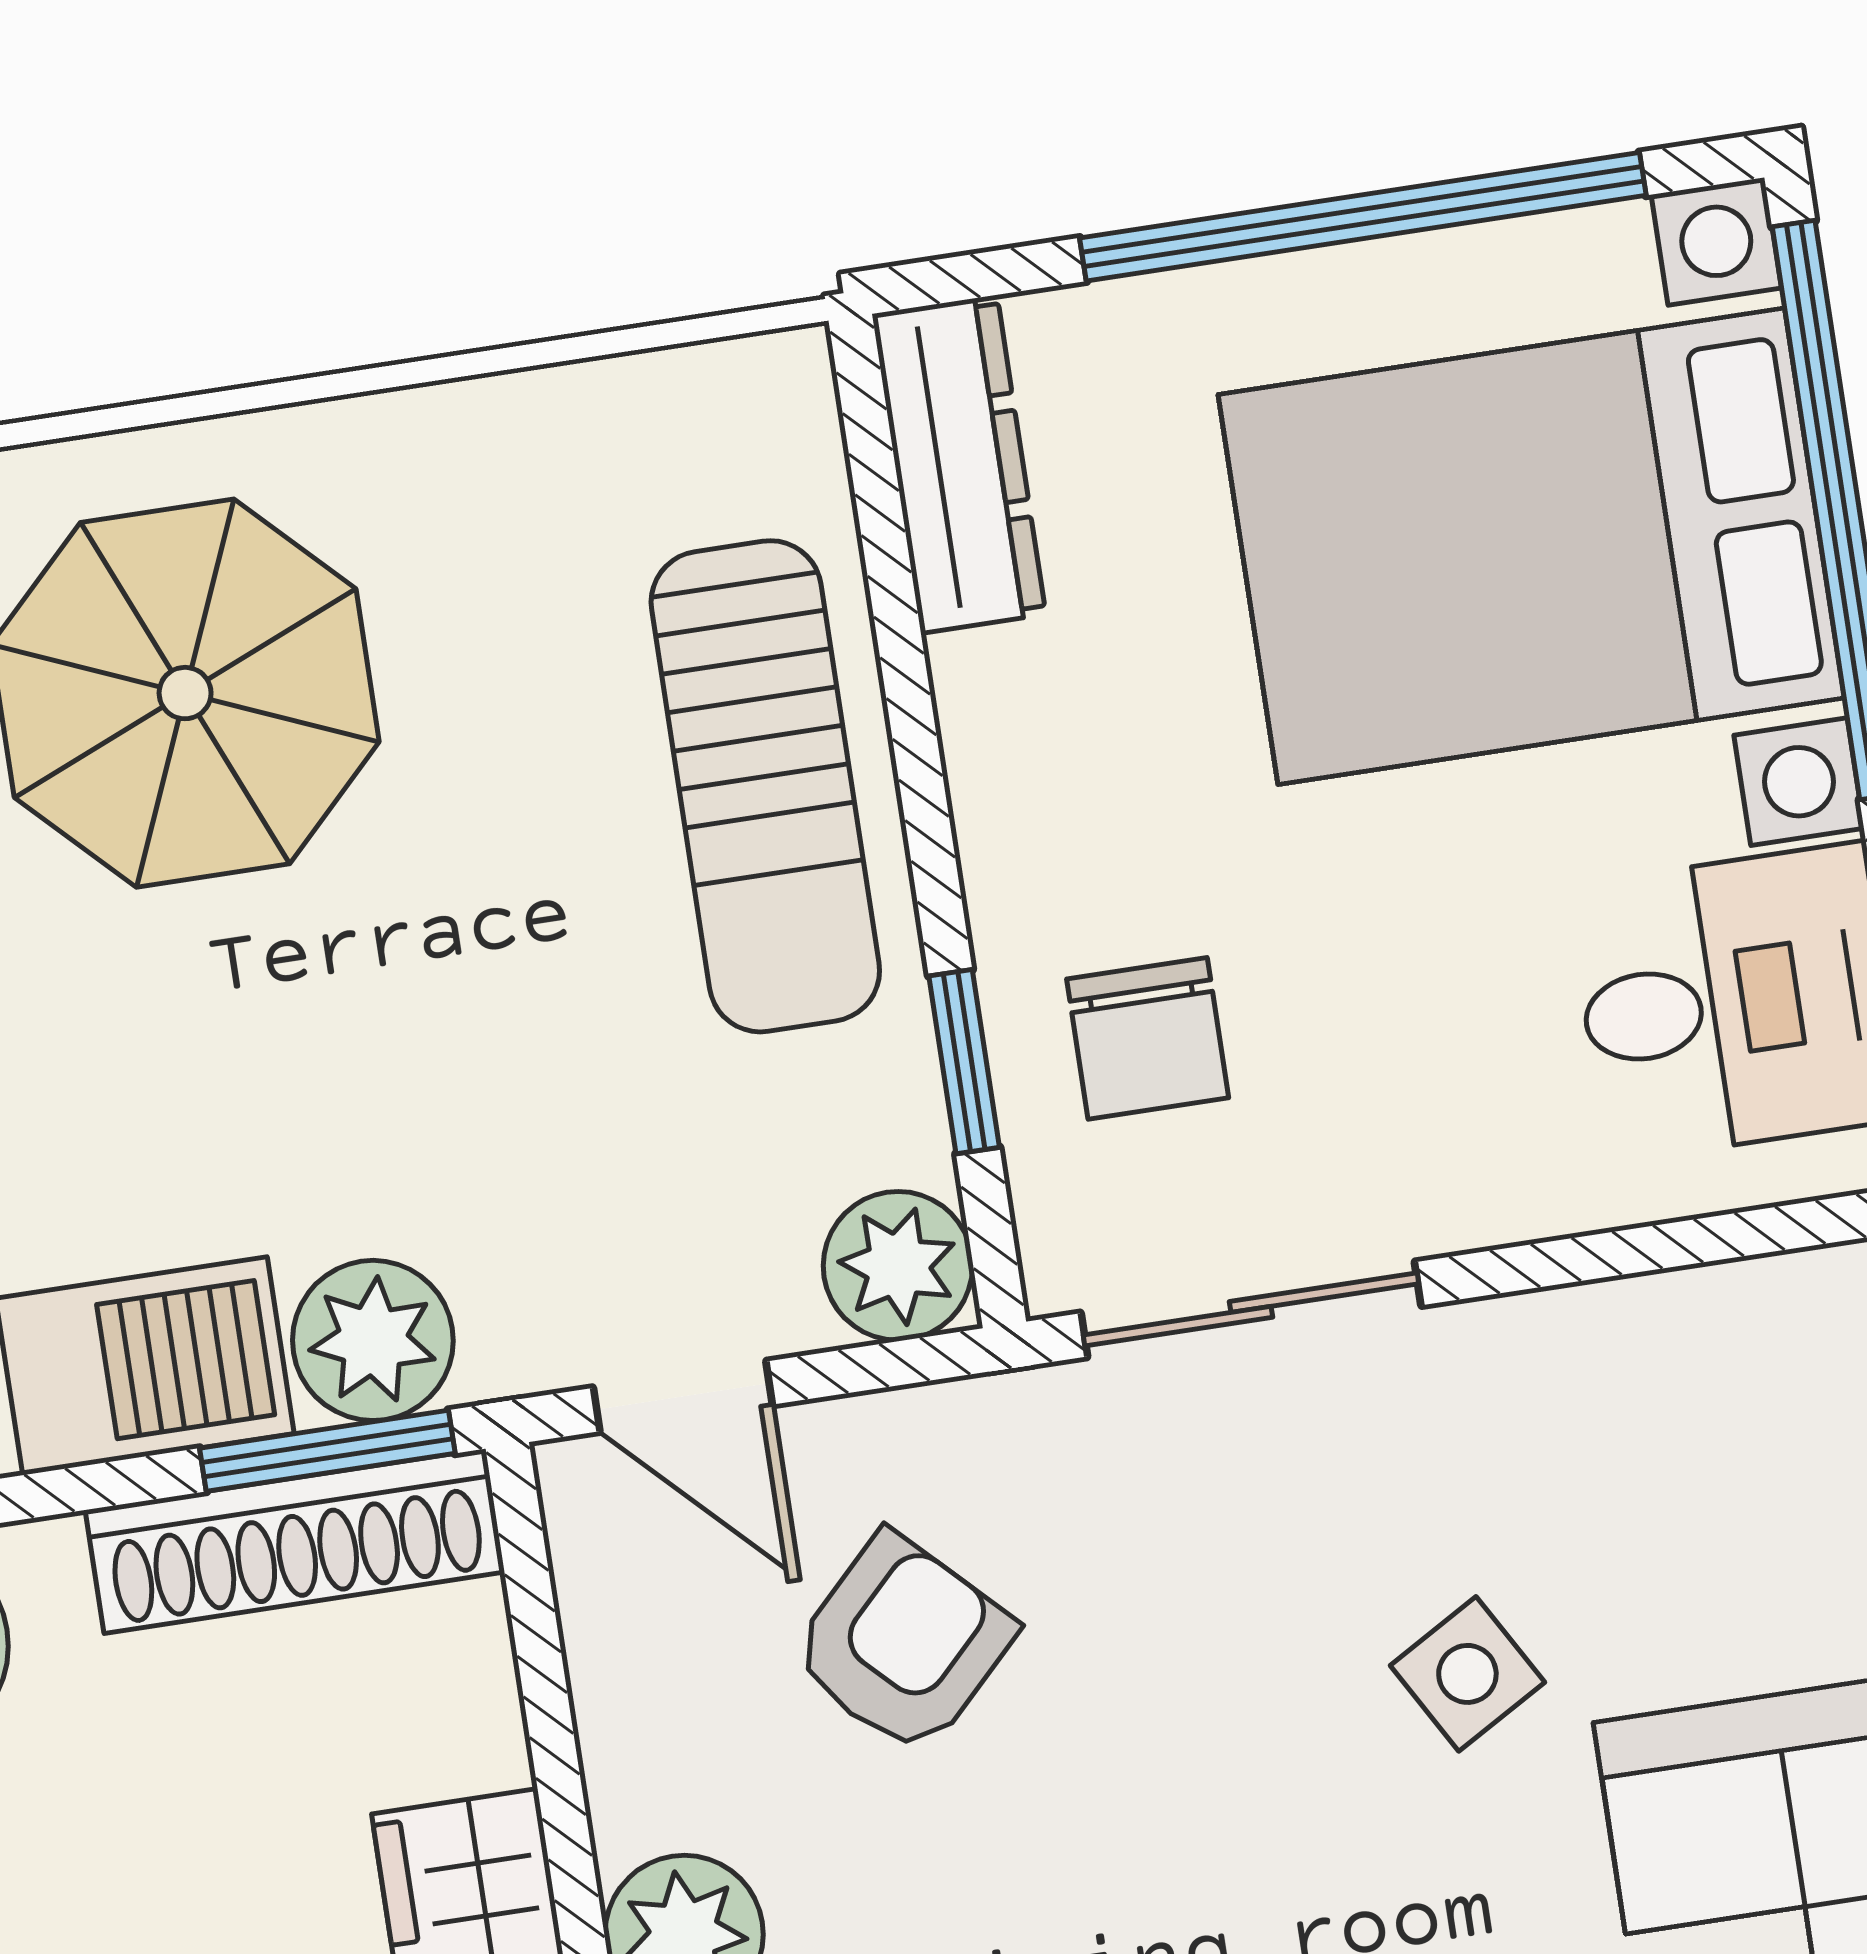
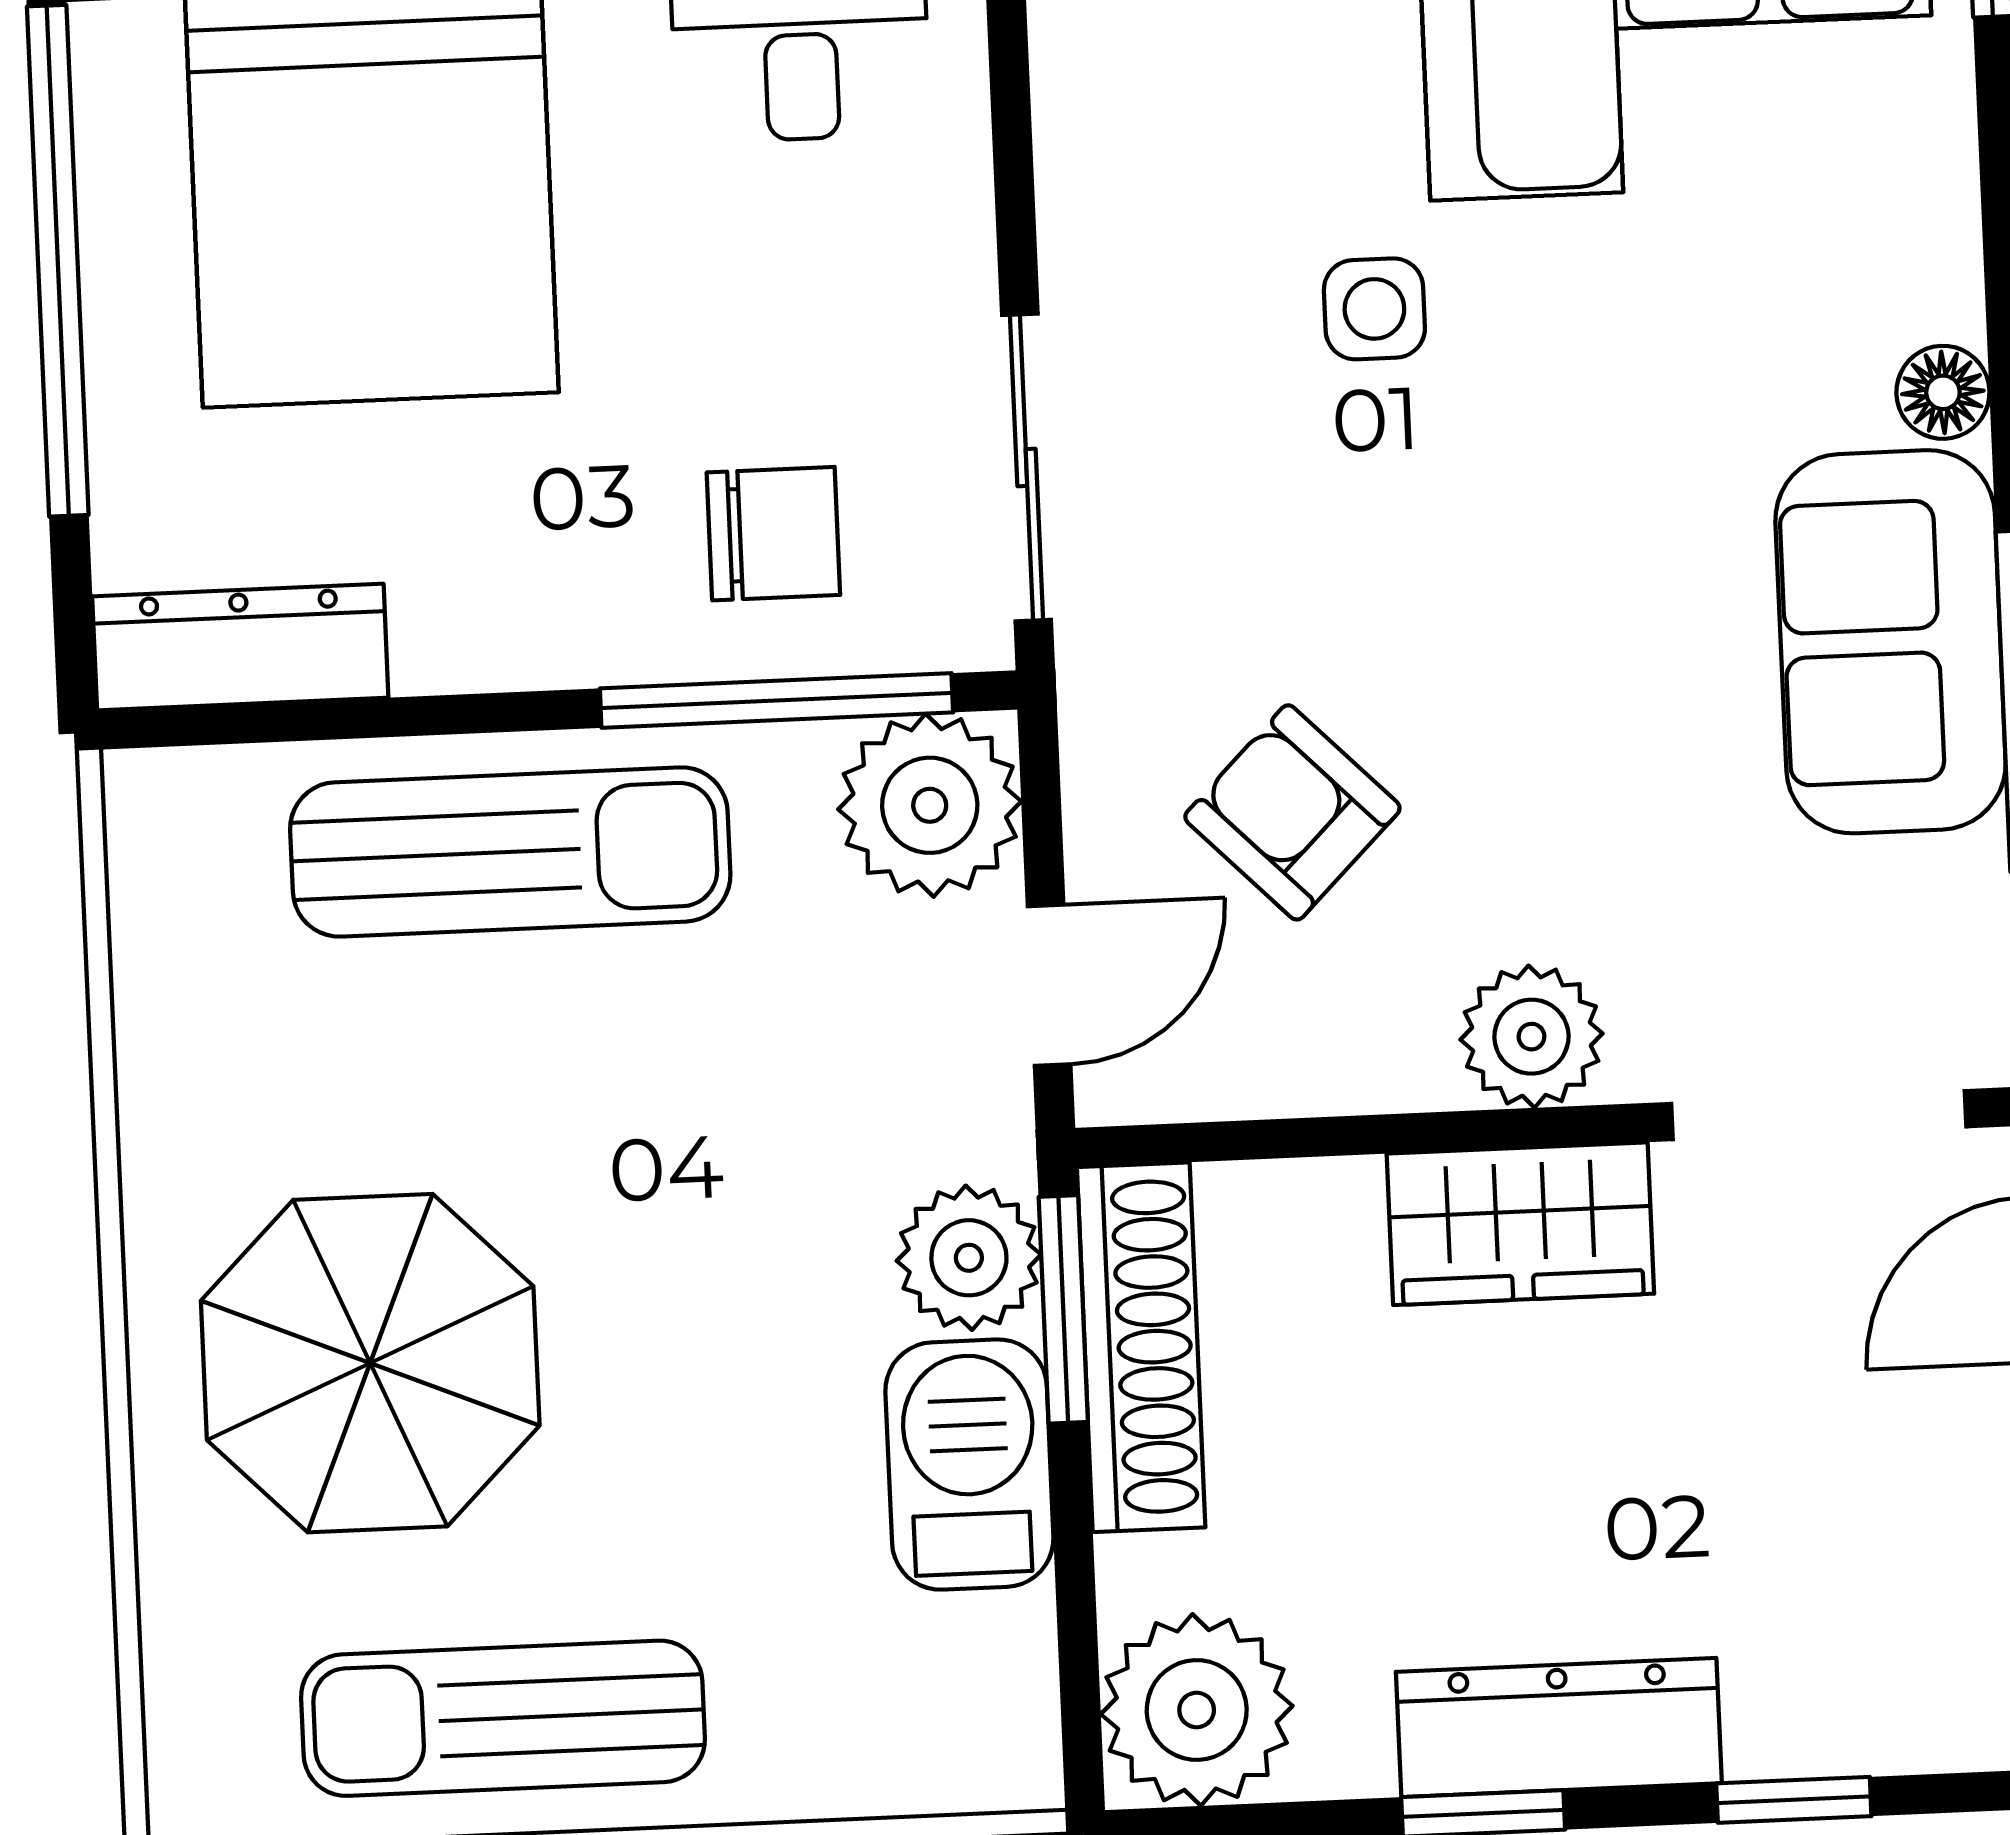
window: (964, 1062) -> (776, 700), width x2.17
plant: (898, 1266) -> (930, 805), width x1.36, depth x1.36
side table: (1467, 1674) -> (1374, 309), turned 30

